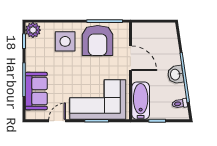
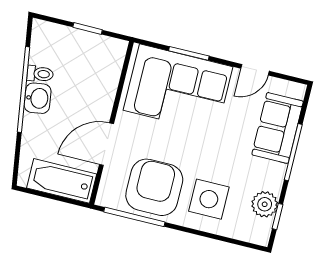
plant: (33, 30) -> (265, 204), moved
door: (130, 58) -> (106, 144), hinge flipped
bathtub: (141, 101) -> (62, 181), moved, turned 90
toilet: (180, 104) -> (40, 74), moved

